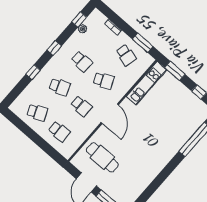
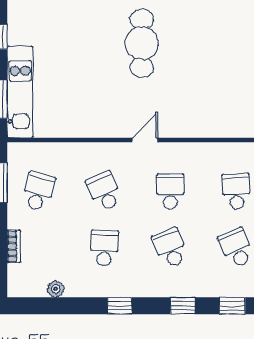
window: (79, 19) -> (232, 306), moved
kitchen unit: (147, 83) -> (20, 92), moved, turned 90
door: (110, 114) -> (145, 140), width x0.53
cafe table: (102, 157) -> (142, 43), moved

